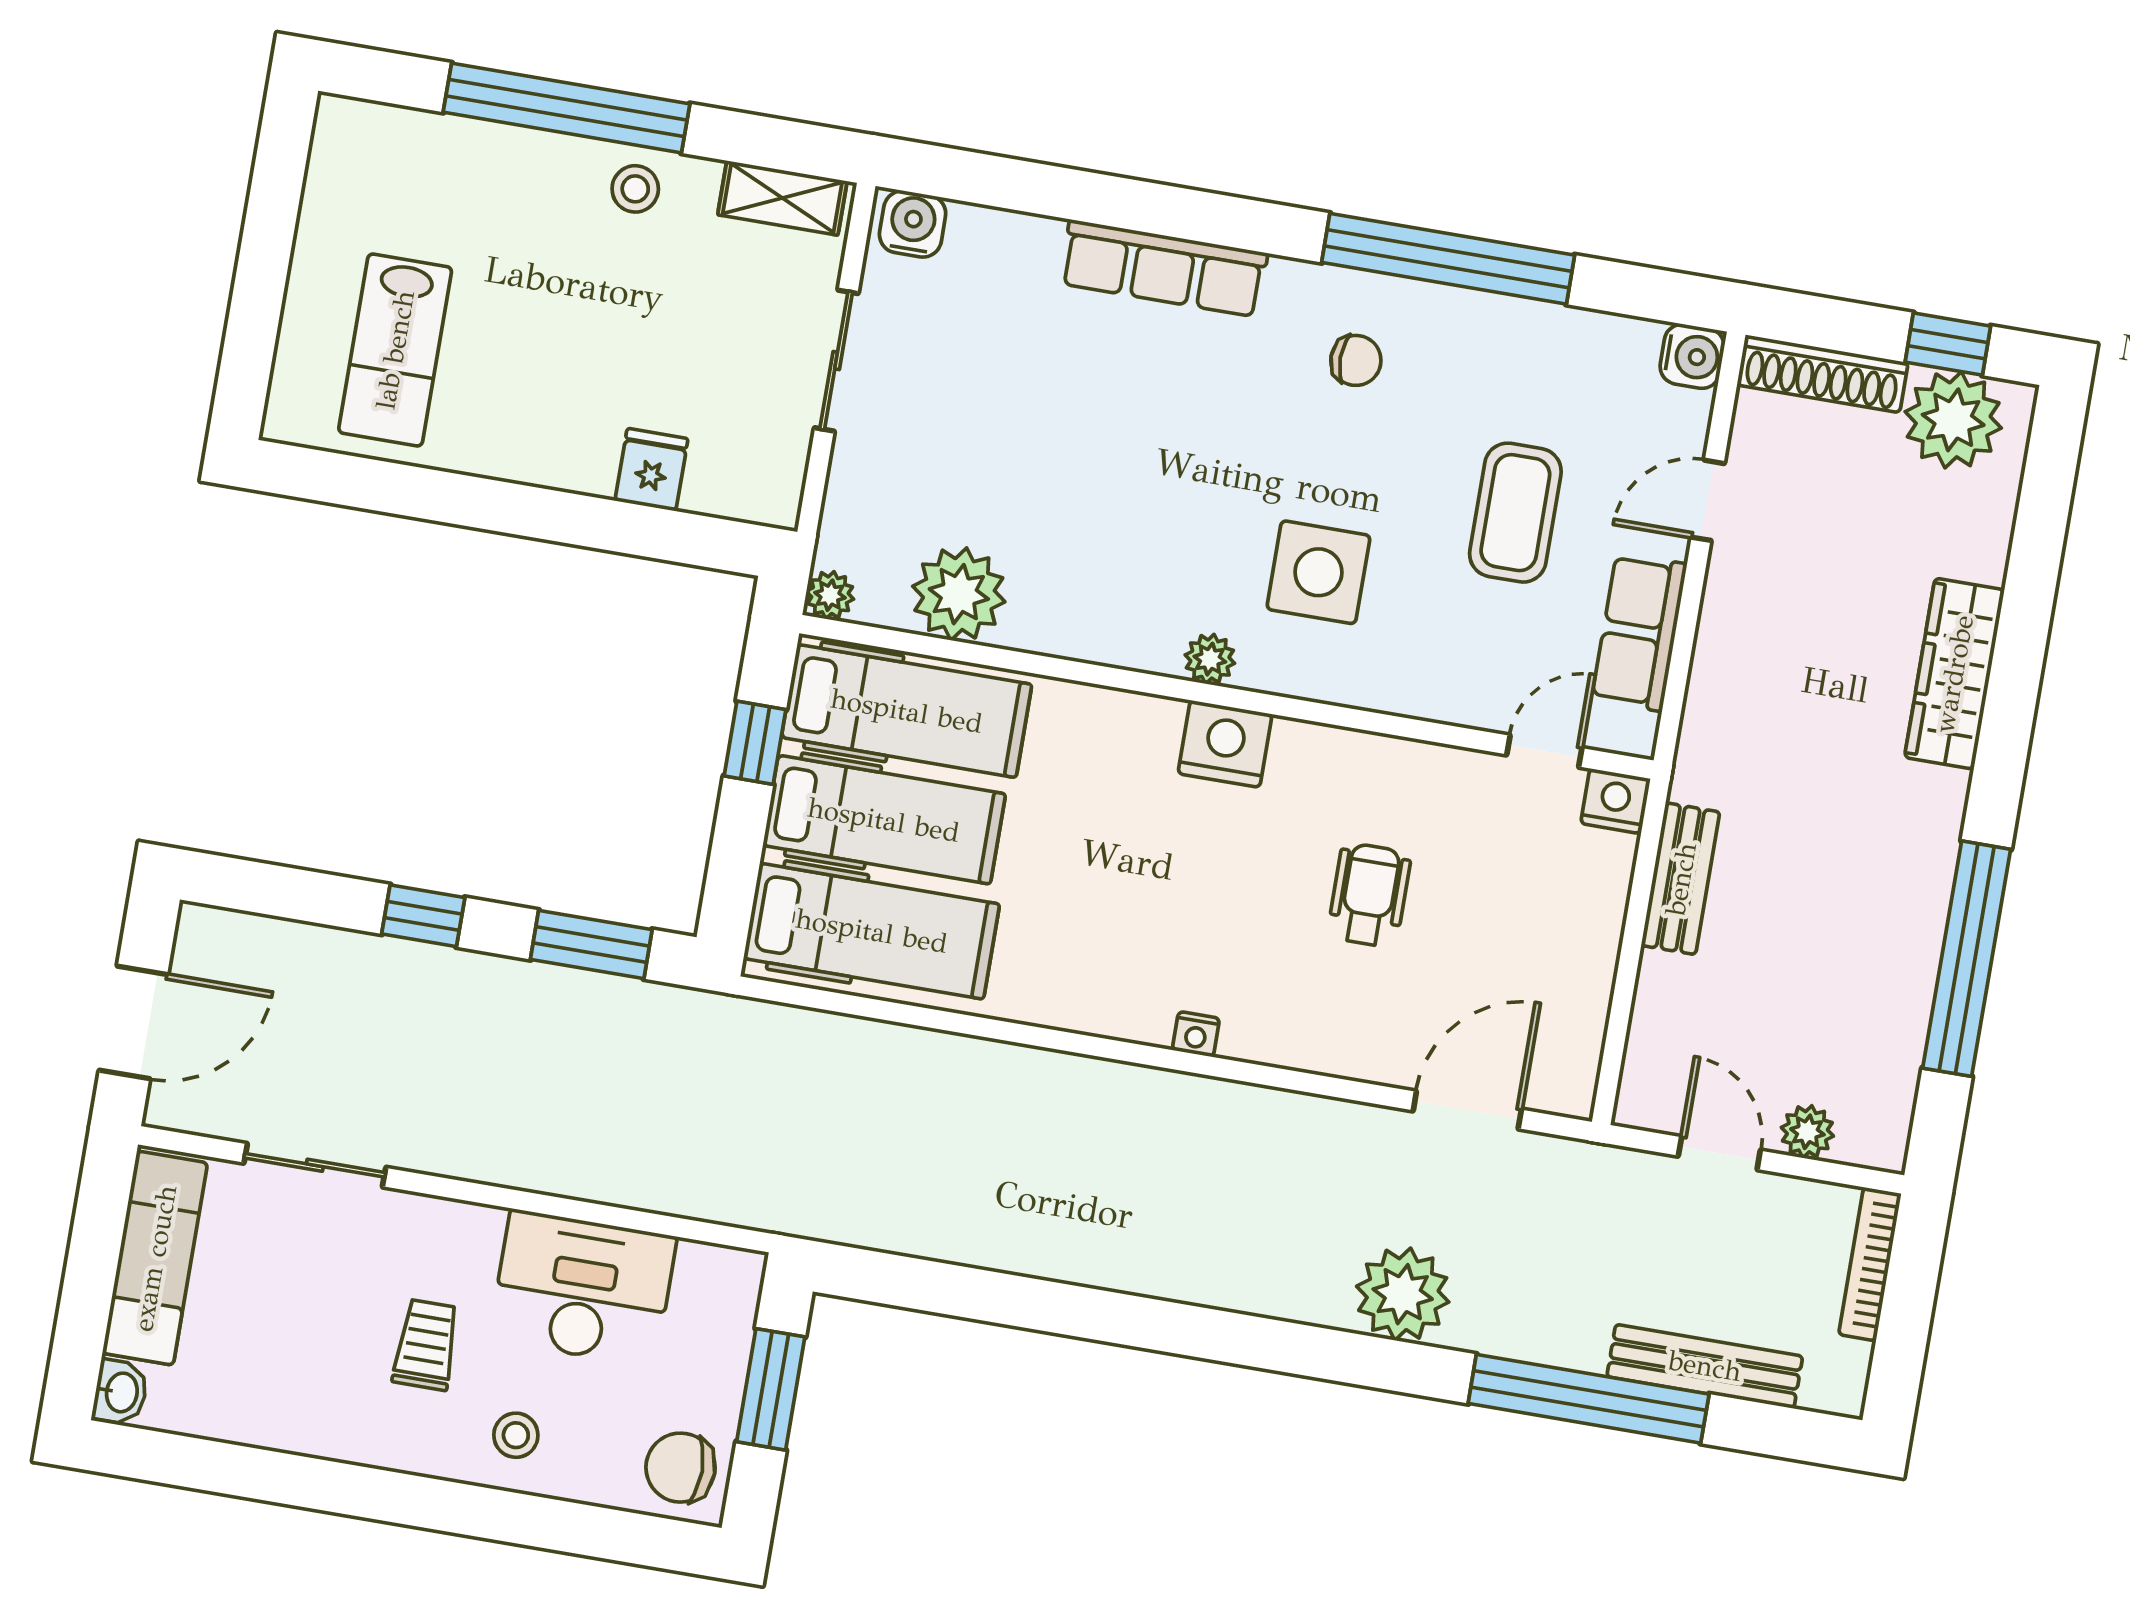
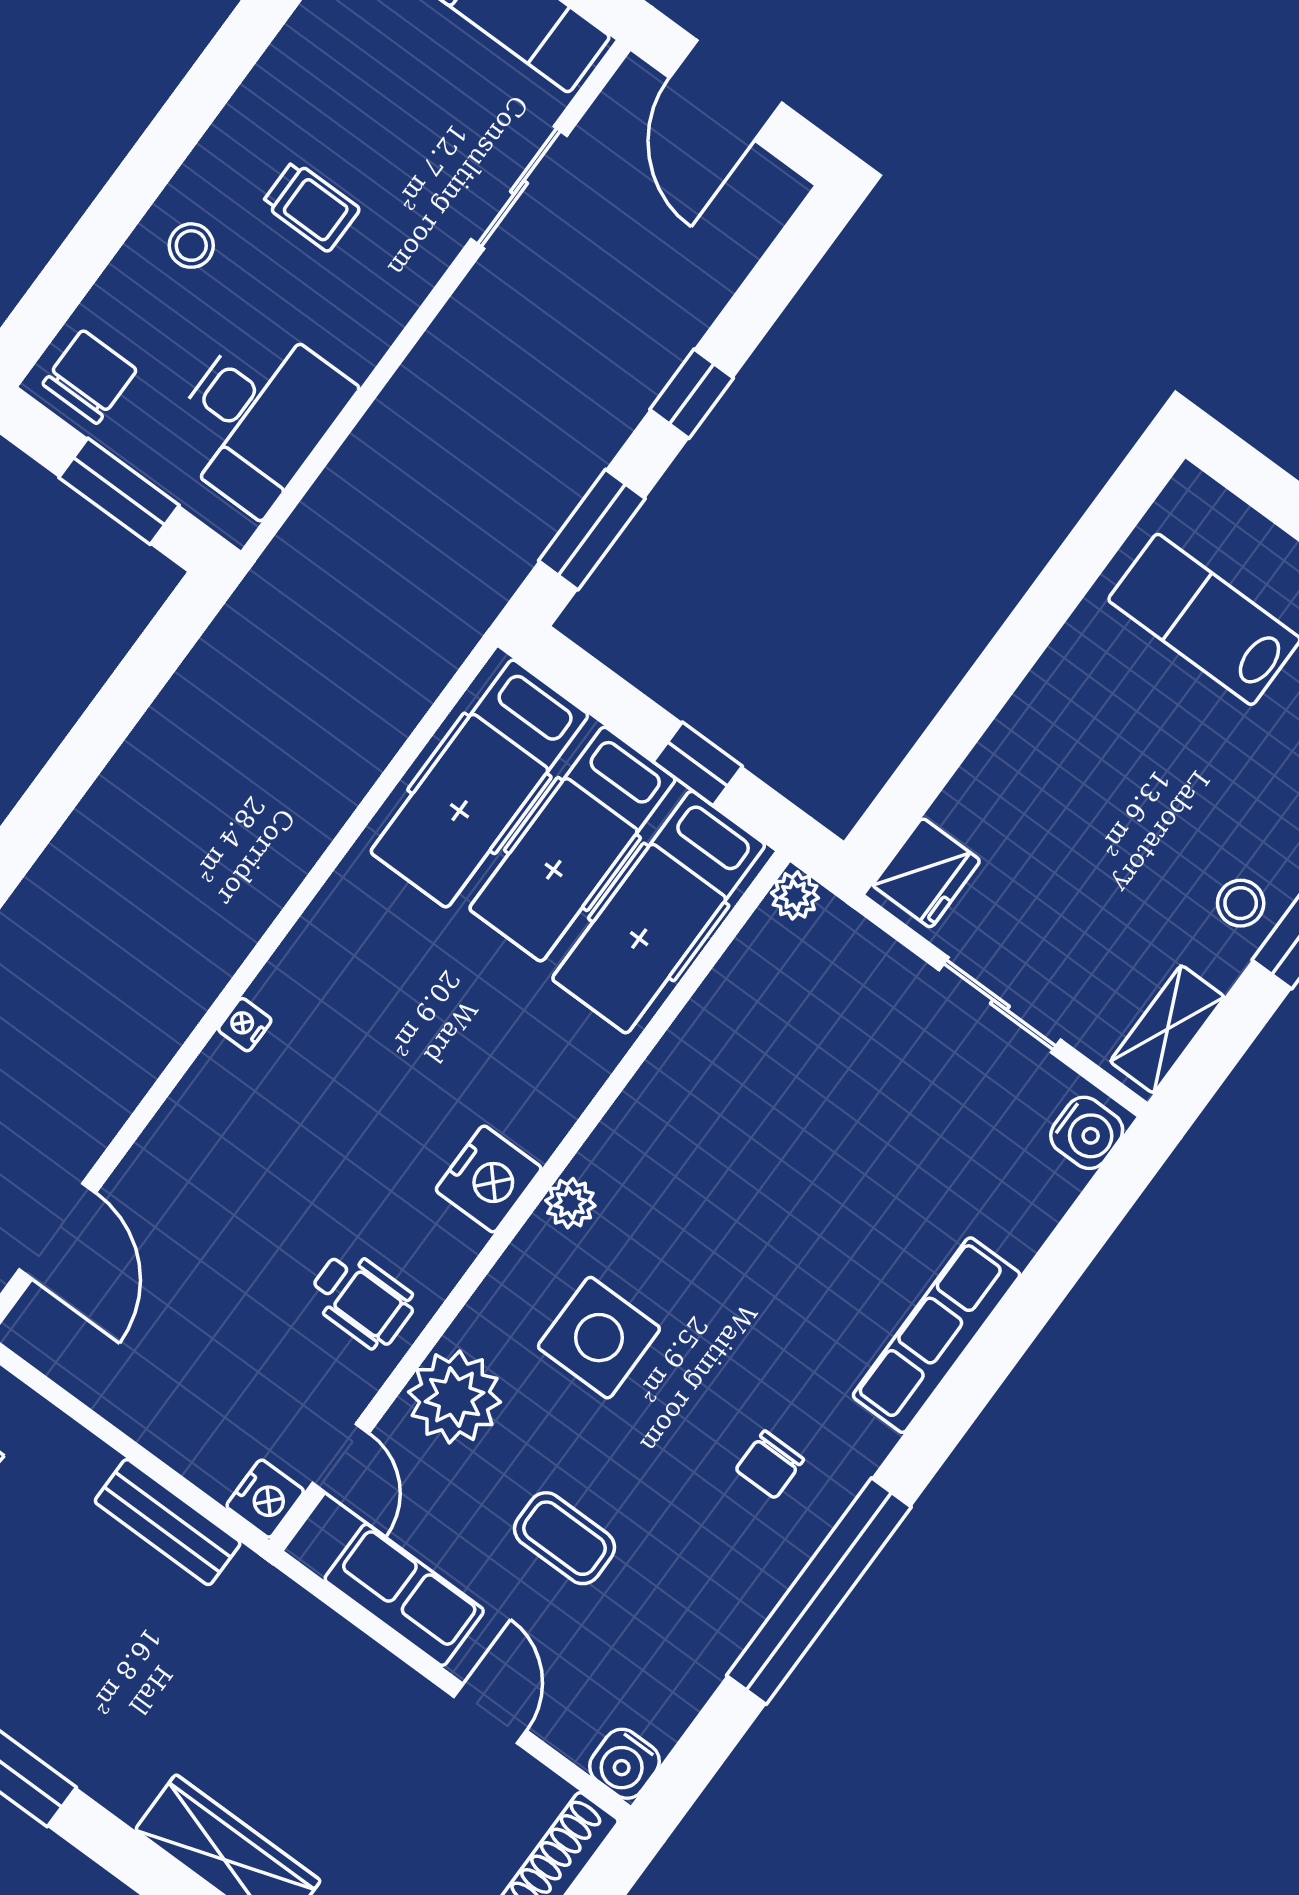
fridge: (651, 470) -> (926, 873), moved, width x1.38
coffee table: (1515, 513) -> (565, 1538), width x0.73, depth x0.77
plant: (959, 594) -> (455, 1397), moved
wheelchair: (1369, 895) -> (362, 1299), moved
desk: (583, 1288) -> (258, 416), moved

